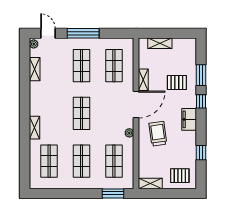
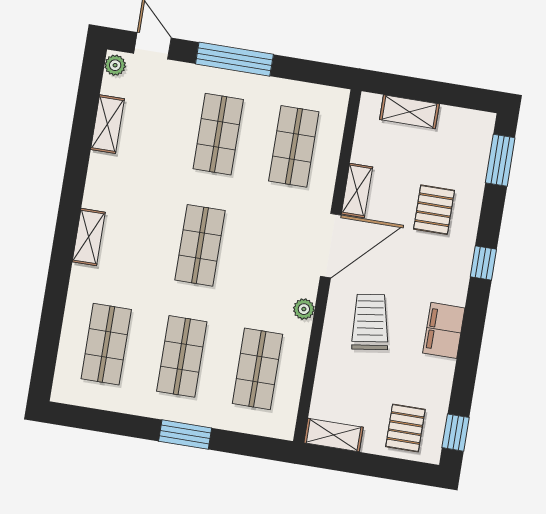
window: (201, 75) -> (500, 160), moved
pallet: (177, 82) -> (434, 210), turned 90
filing cabinet: (189, 119) -> (444, 330), moved
shelving: (34, 128) -> (89, 237), moved
window: (201, 153) -> (456, 433), moved
pallet: (180, 176) -> (405, 428), turned 90
window: (113, 193) -> (185, 435), moved

